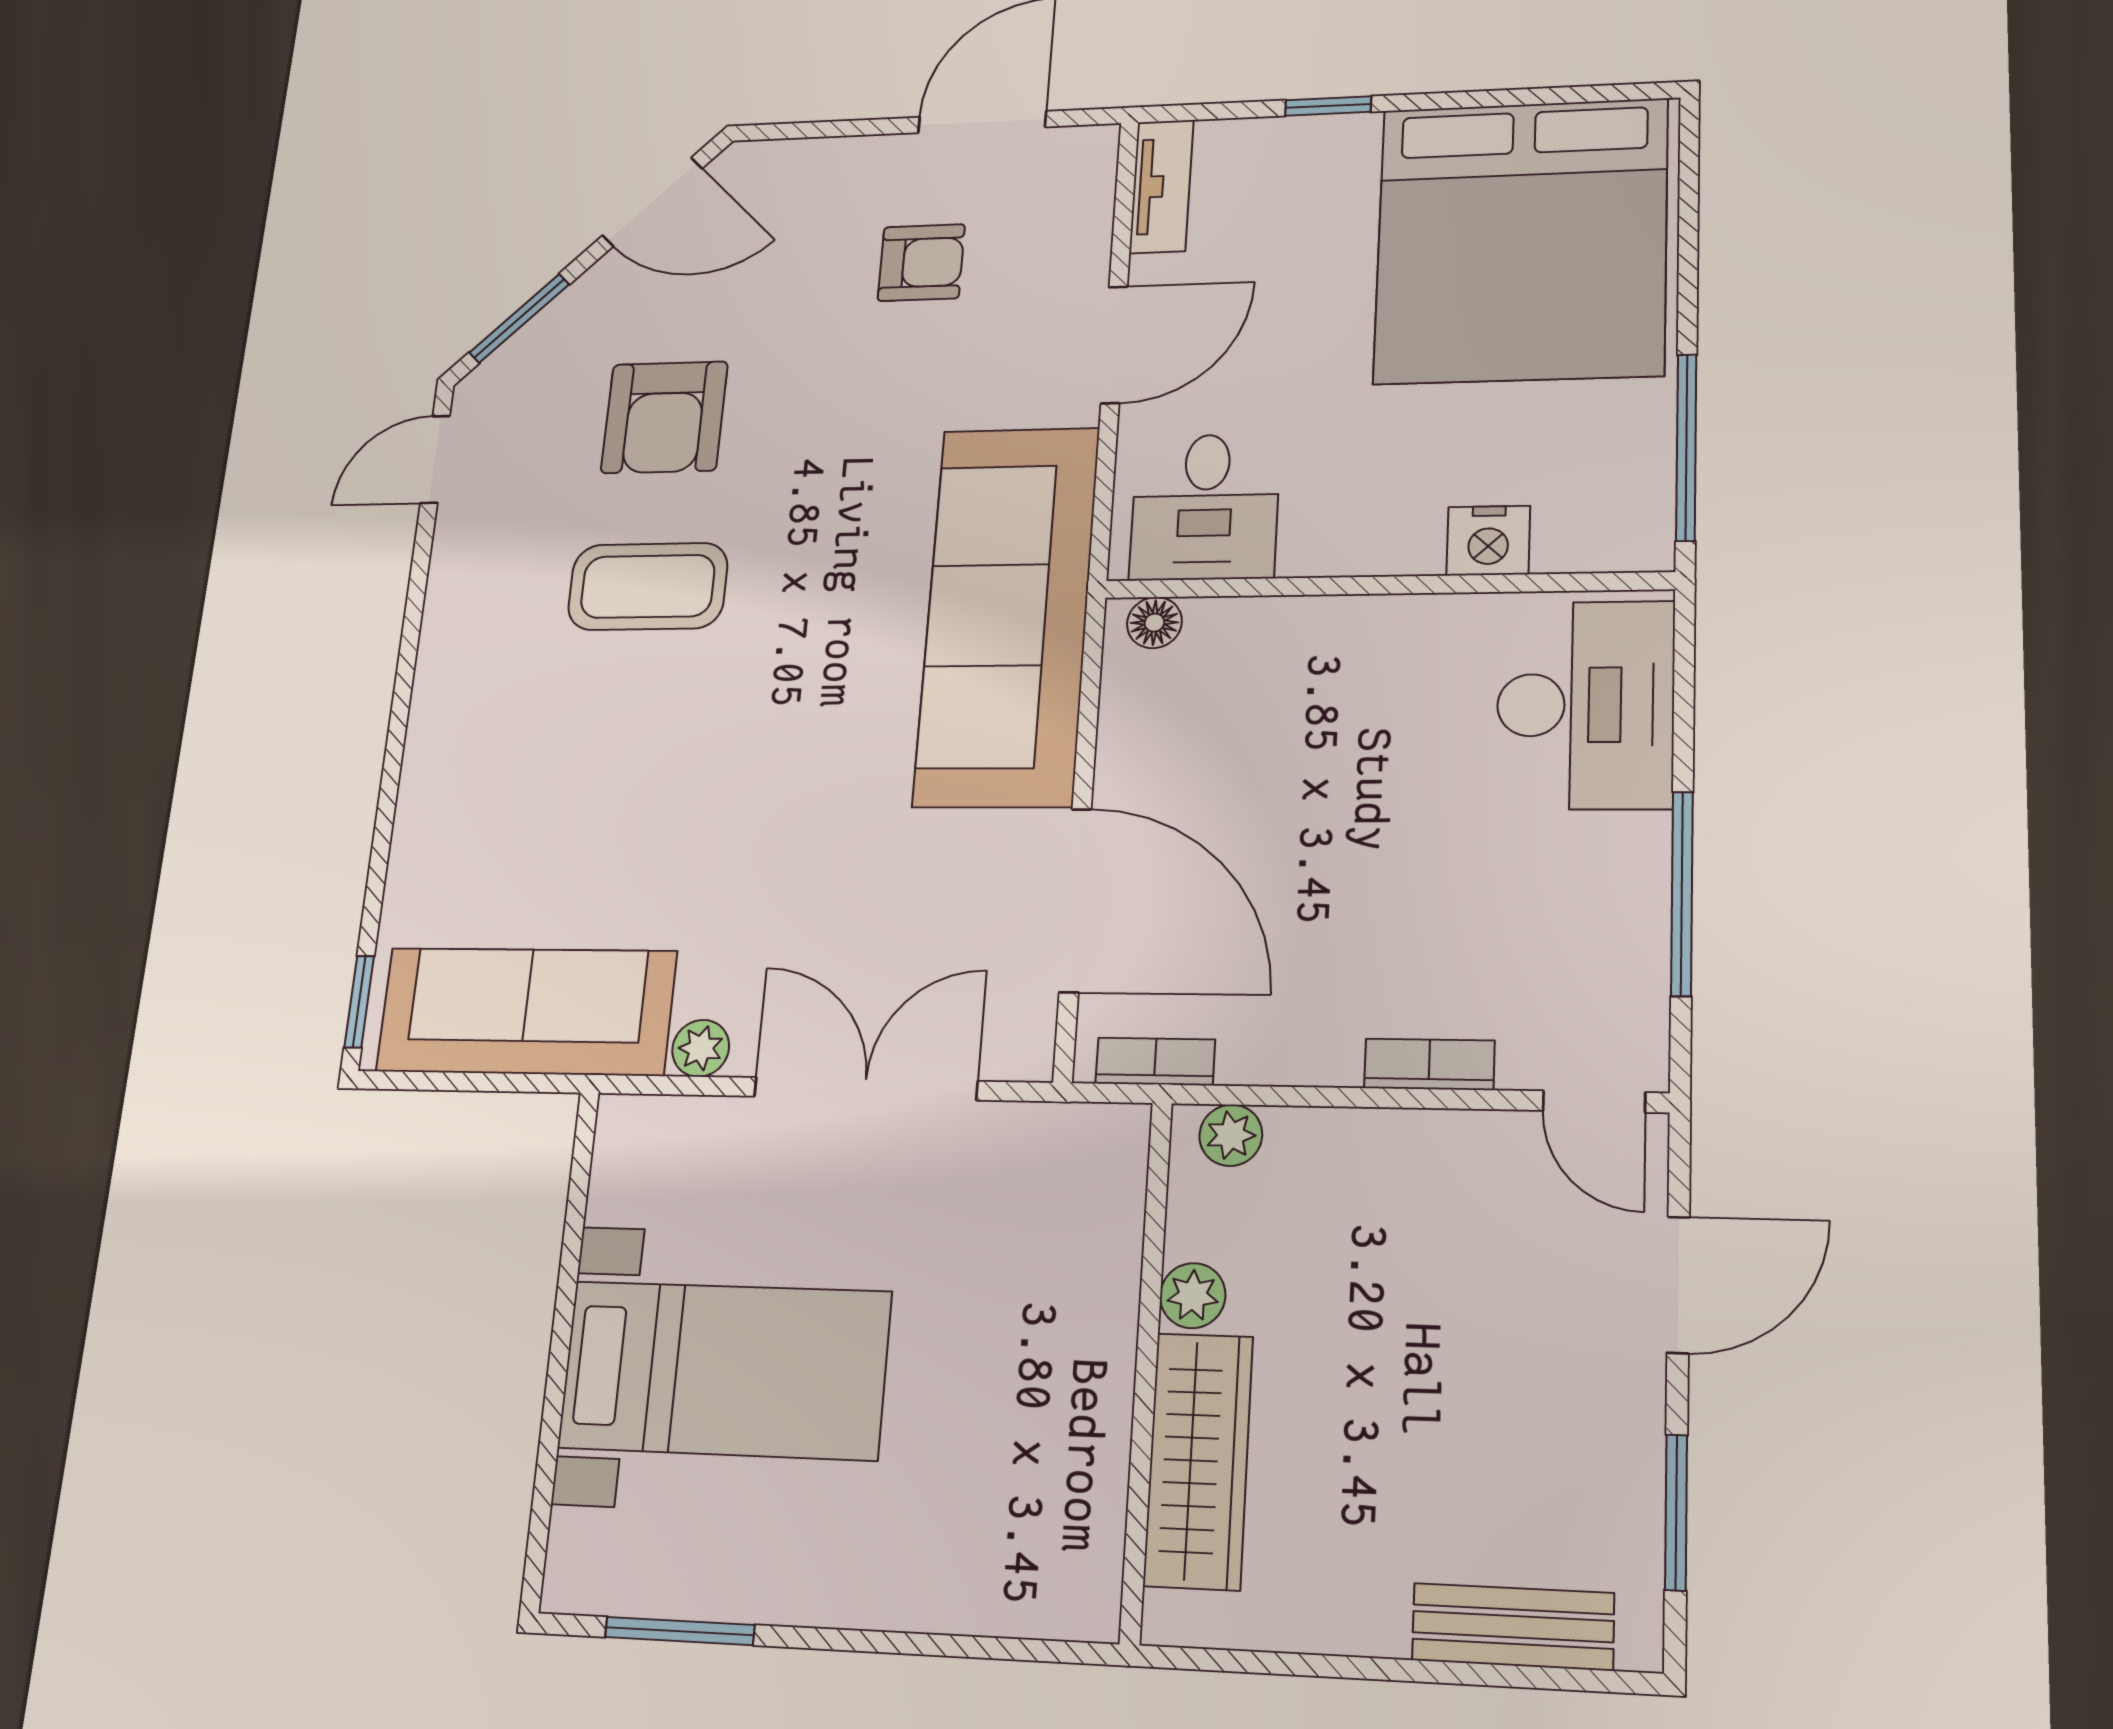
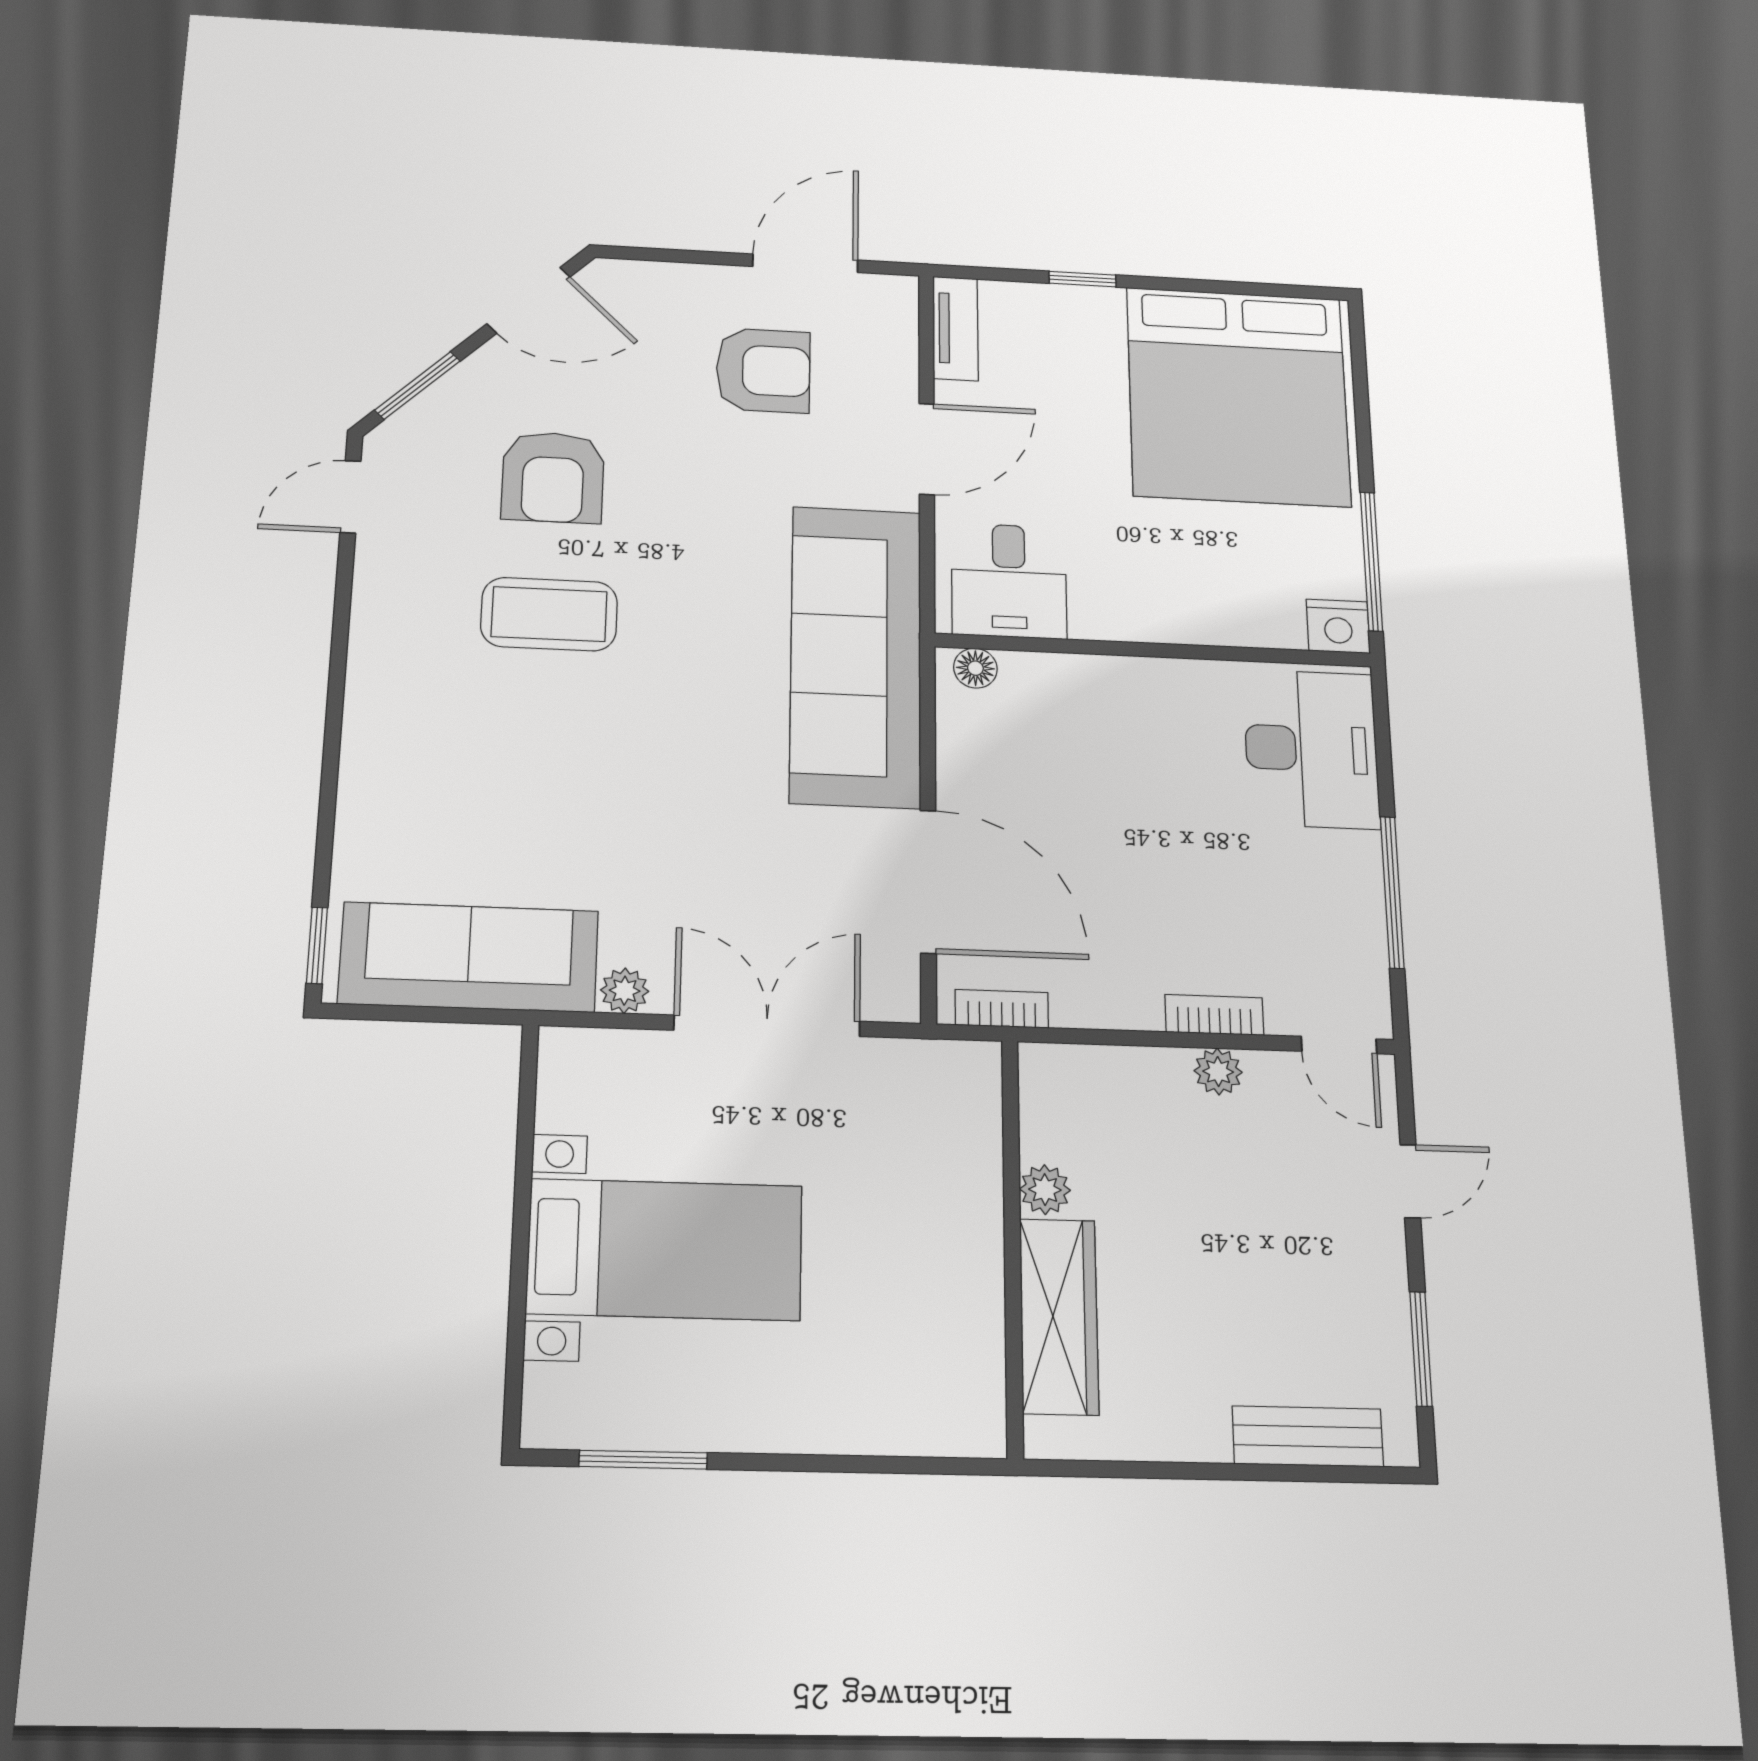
armchair: (921, 263) -> (763, 370), width x1.38, depth x1.38
nightstand: (1488, 541) -> (1338, 626), moved
plant: (1231, 1135) -> (1218, 1072), moved
door: (1678, 1285) -> (1410, 1181), width x0.73

